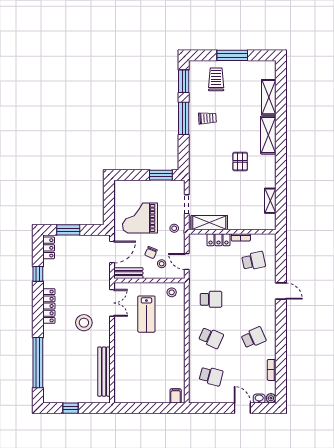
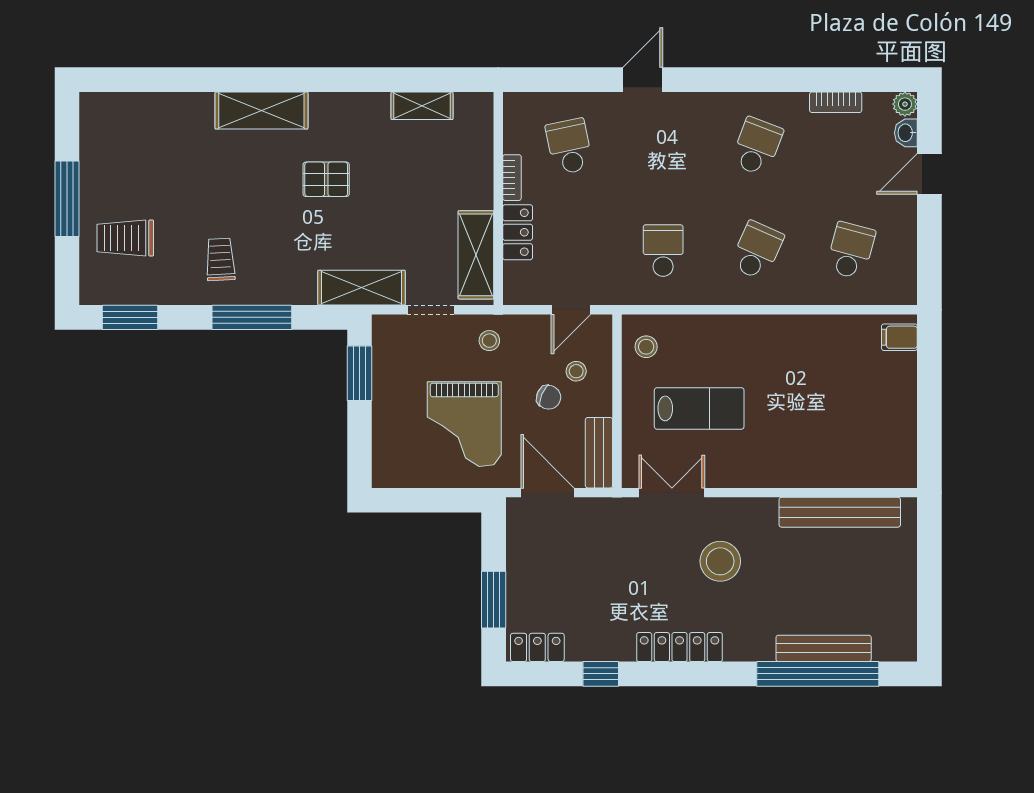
shelving: (269, 97) -> (361, 288), moved
window: (184, 118) -> (252, 317), moved
school desk: (254, 338) -> (757, 146), turned 45
bench: (48, 365) -> (824, 648), added
window: (70, 408) -> (929, 594), removed

